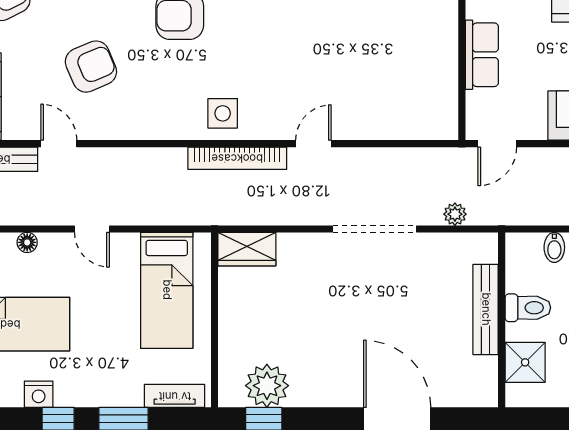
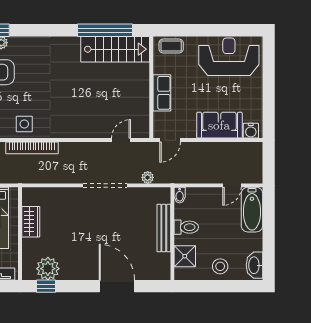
door: (313, 144) -> (121, 140), moved
bidet: (554, 247) -> (180, 195), moved
wardrobe: (247, 249) -> (31, 222), moved, turned -90

